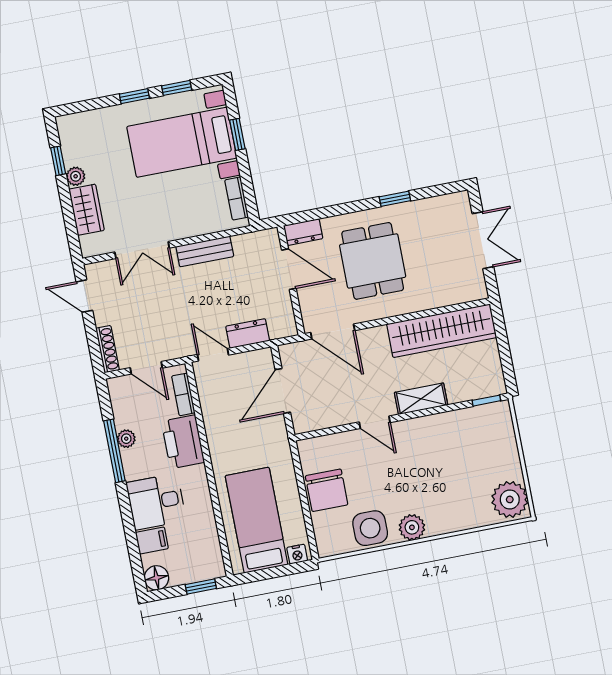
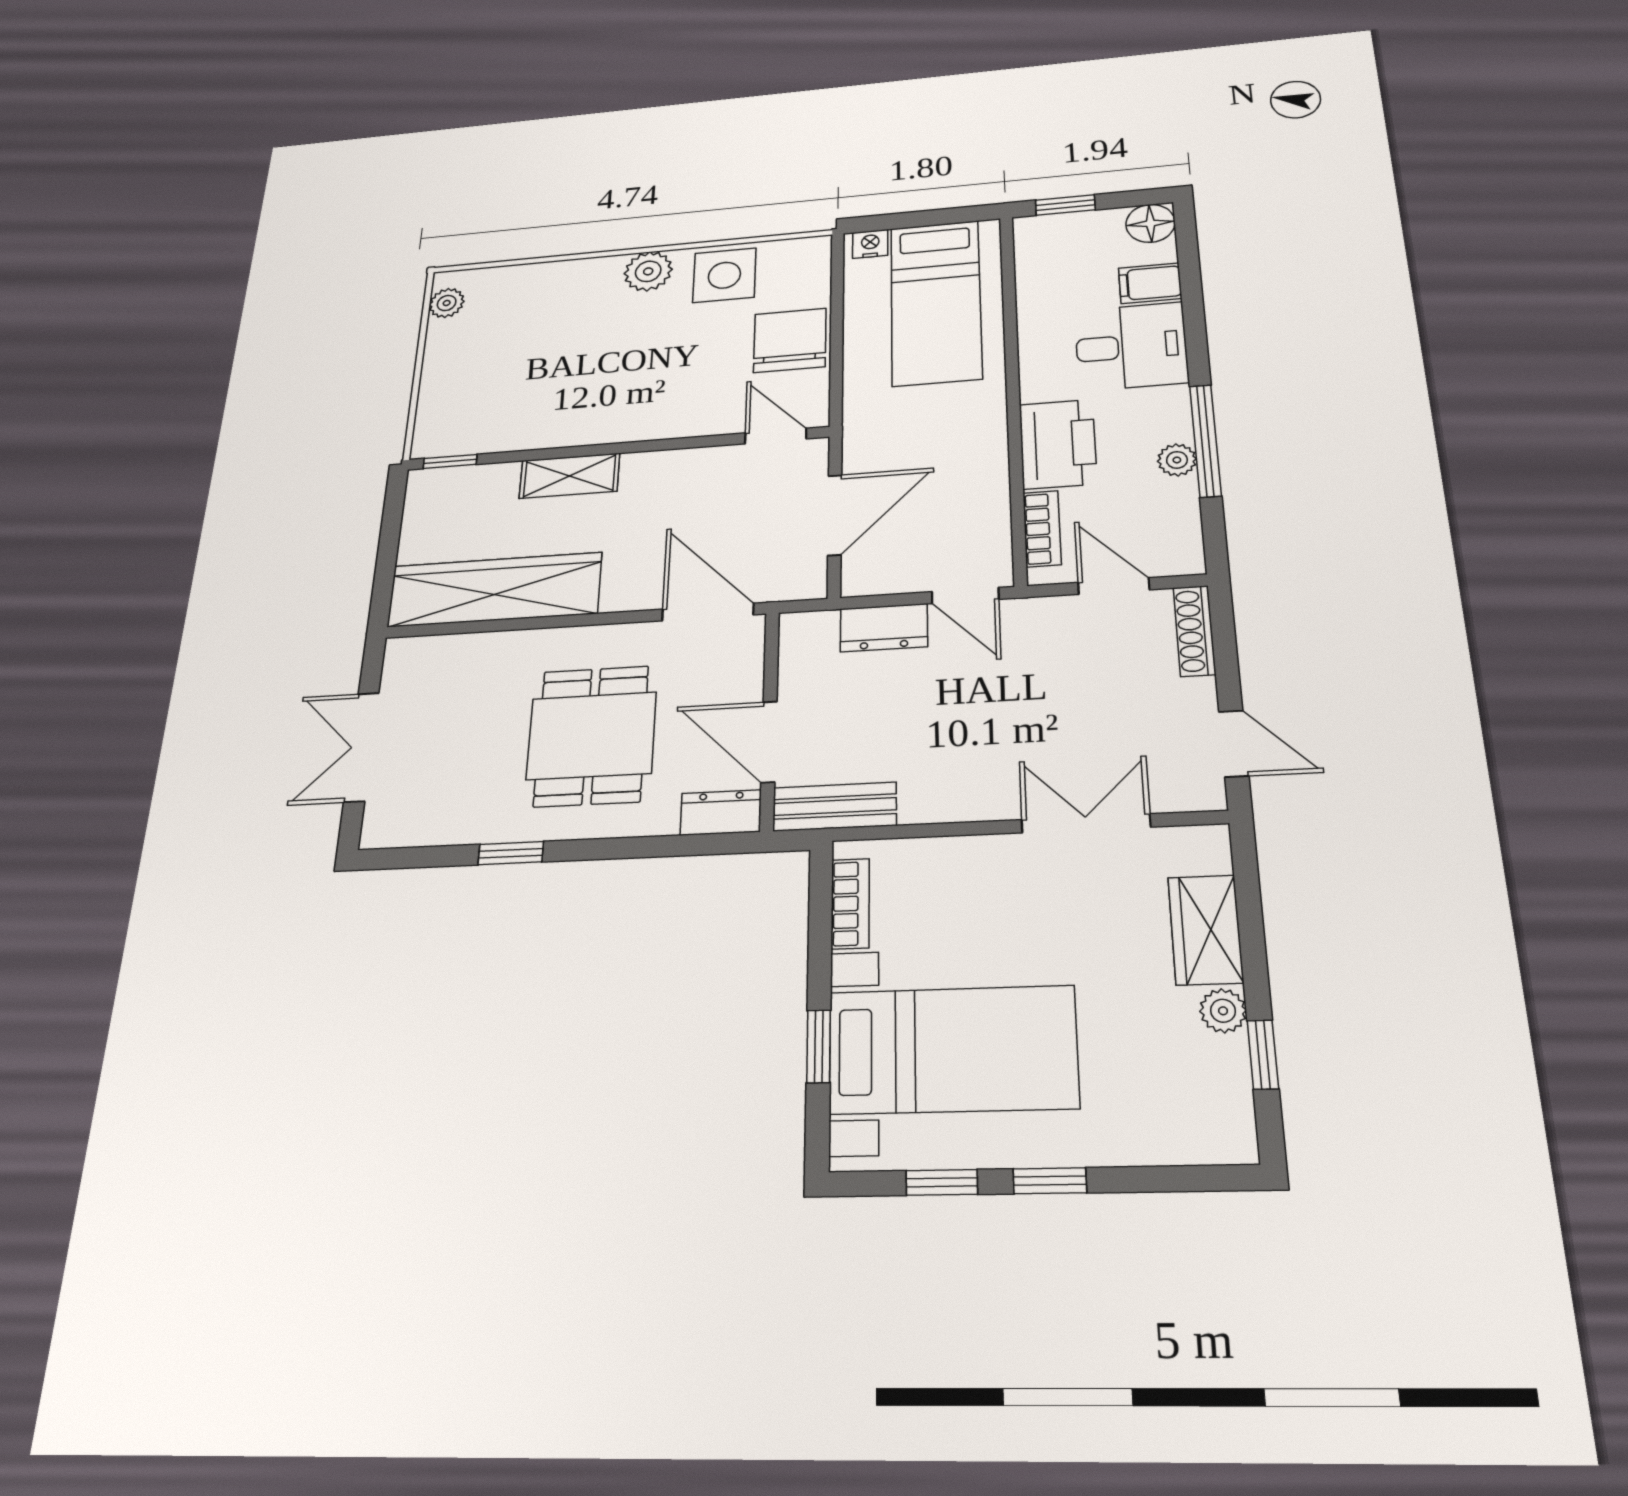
bench: (205, 251) -> (835, 807), moved
door: (375, 422) -> (776, 436), moved
plant: (510, 499) -> (447, 303), width x0.53, depth x0.53

